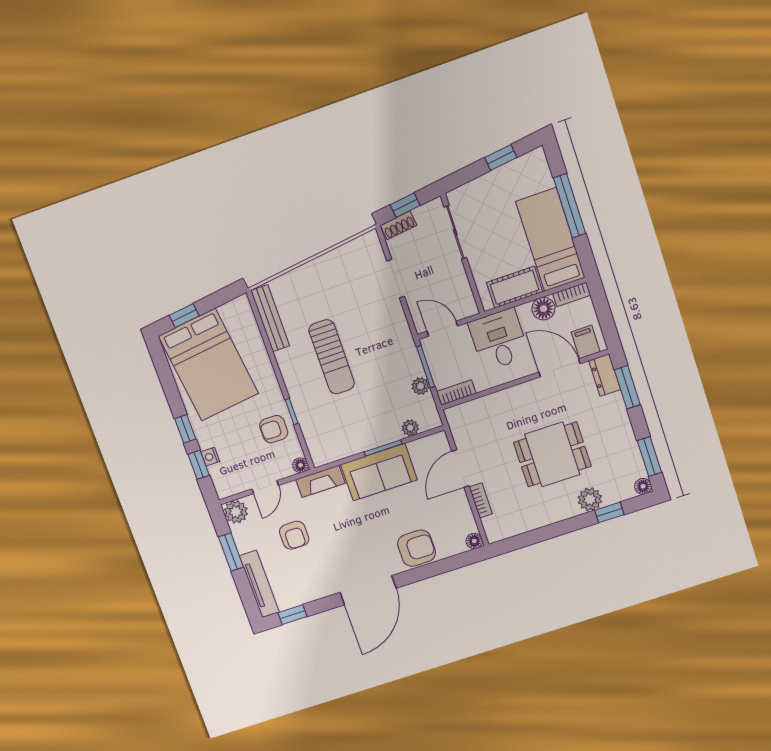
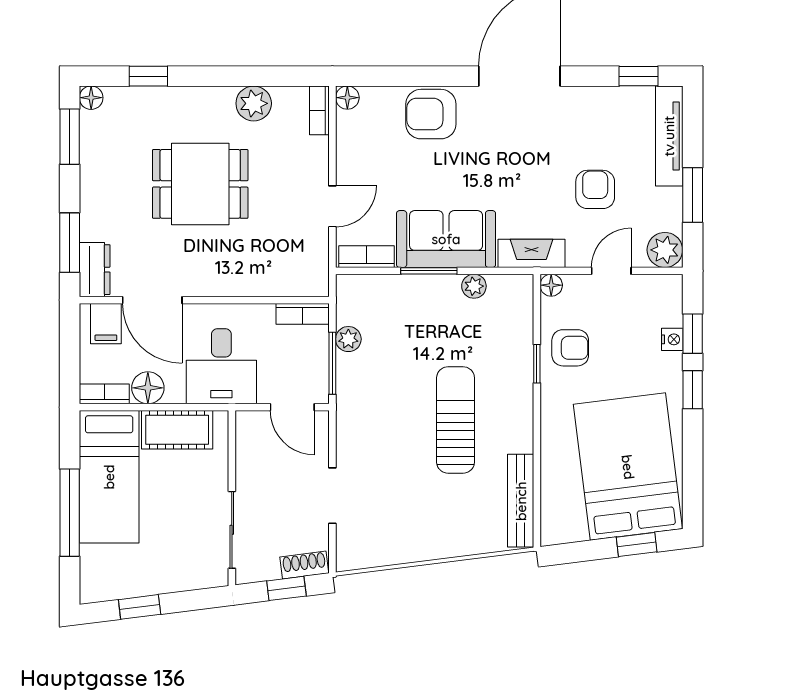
plant: (410, 428) -> (474, 286), moved
bookcase: (427, 444) -> (366, 257), added
door: (460, 469) -> (332, 206), width x0.73
plant: (590, 499) -> (254, 103), moved
bookcase: (481, 500) -> (319, 110), moved

